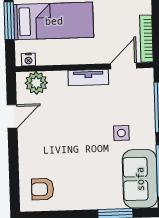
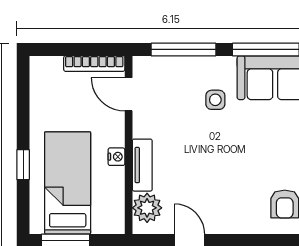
nightstand: (28, 60) -> (116, 157), moved
tv unit: (88, 78) -> (142, 165), moved

